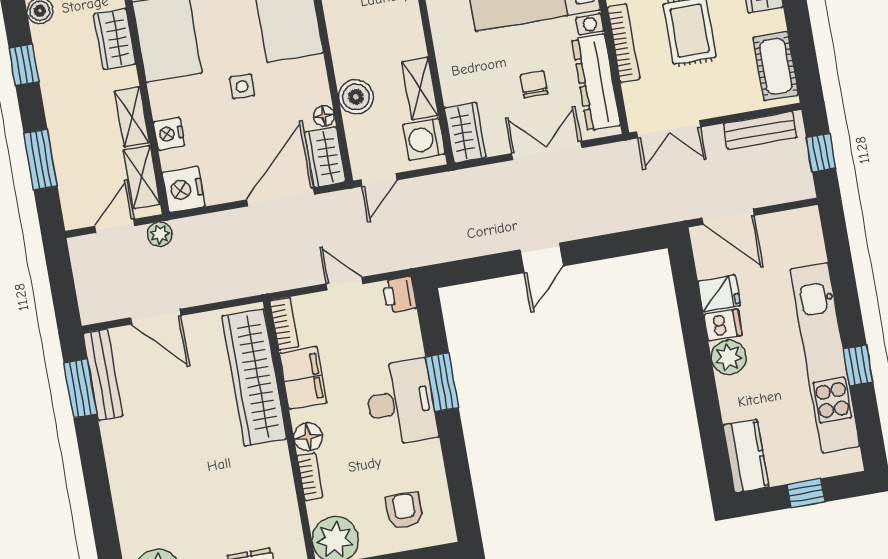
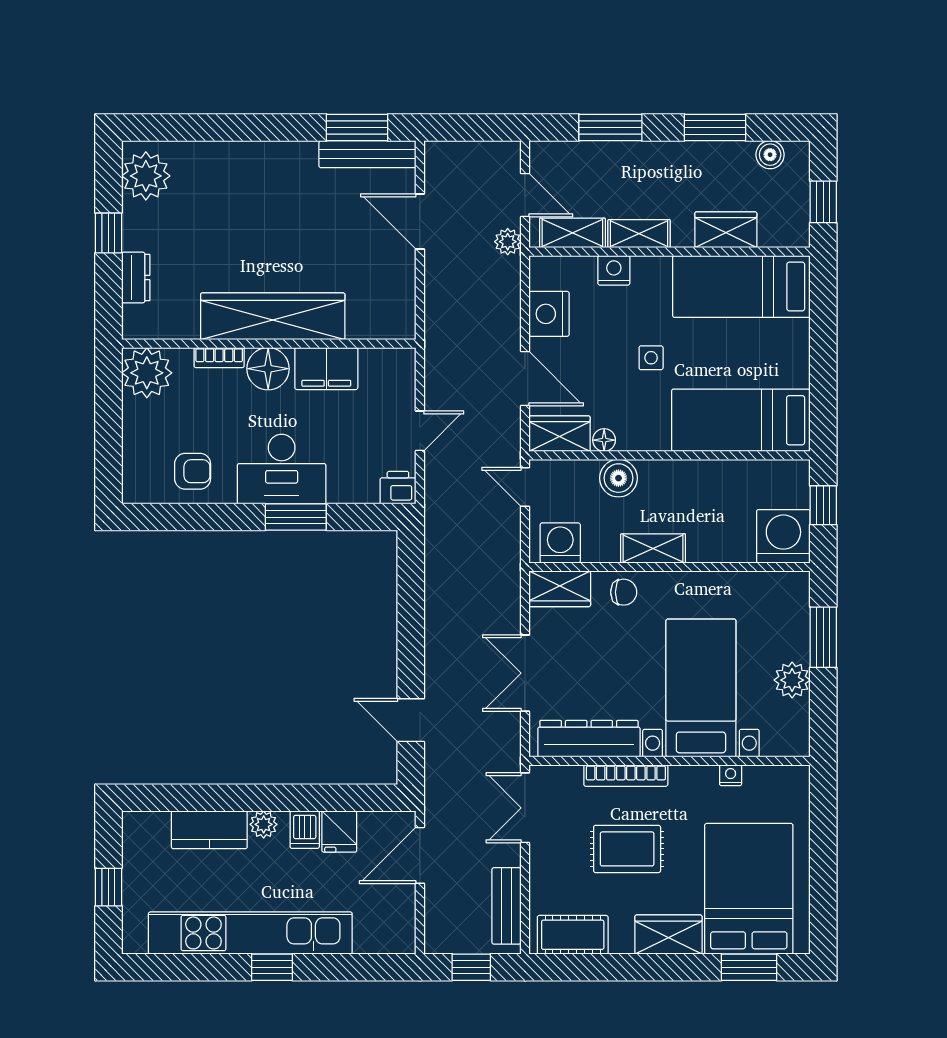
window: (24, 65) -> (715, 127), width x1.50
chair: (534, 84) -> (624, 592), moved
shelving: (420, 89) -> (653, 548), moved
double door: (547, 151) -> (525, 673), swing flipped
nightstand: (184, 189) -> (549, 314), moved, turned -90
door: (281, 197) -> (525, 379), width x0.73
door: (542, 258) -> (411, 720), moved
door: (155, 317) -> (420, 221), hinge flipped
bookcase: (284, 324) -> (388, 359), removed
plant: (729, 357) -> (264, 824), width x0.73, depth x0.73
window: (858, 365) -> (272, 967), moved
wardrobe: (254, 377) -> (273, 316), moved
floor lamp: (308, 437) -> (268, 369), width x1.38, depth x1.38
kitchen counter: (746, 456) -> (209, 830), moved
armchair: (404, 511) -> (193, 471), moved

